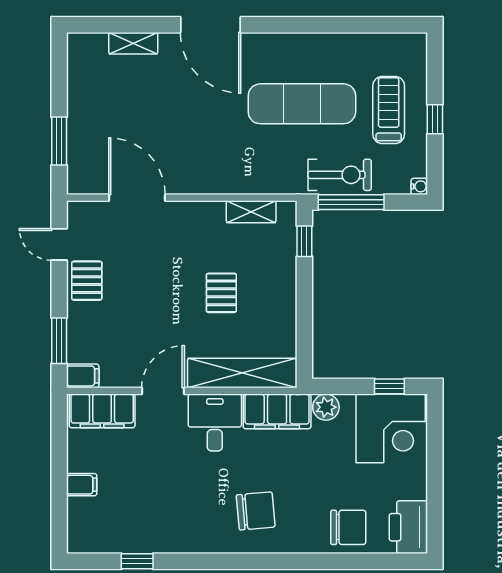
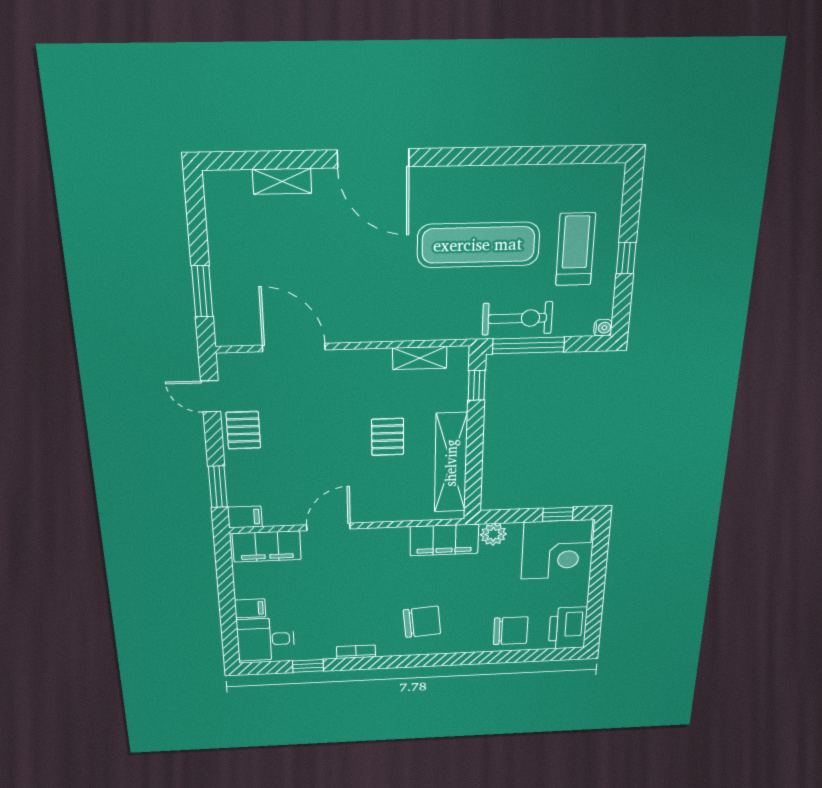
shelving: (242, 373) -> (451, 463), moved, turned 90
desk: (215, 423) -> (266, 639), moved, turned -90
bookcase: (187, 546) -> (356, 652), added

